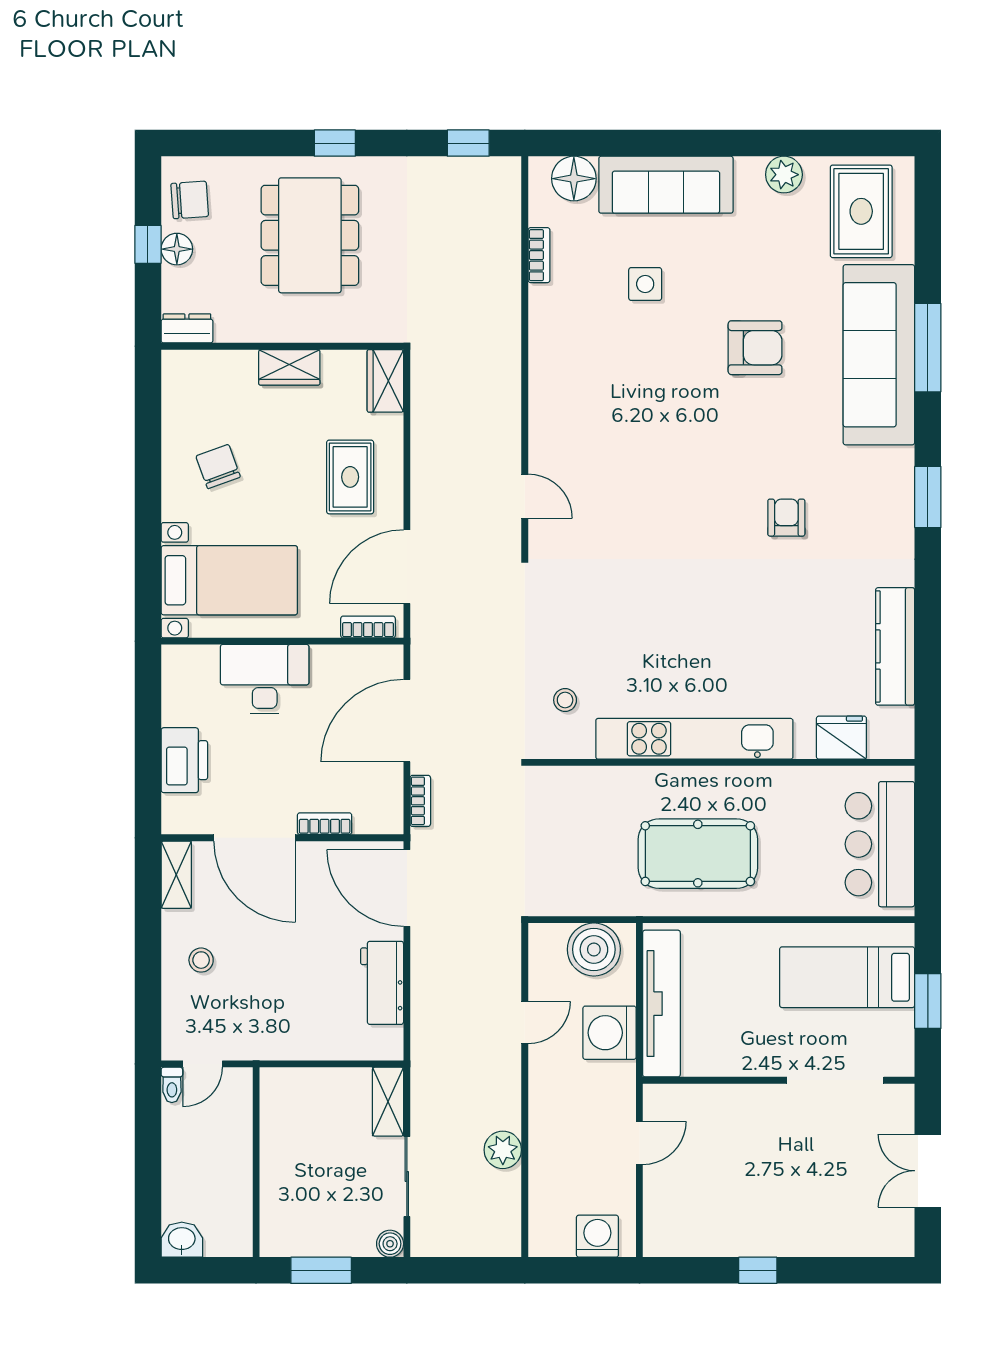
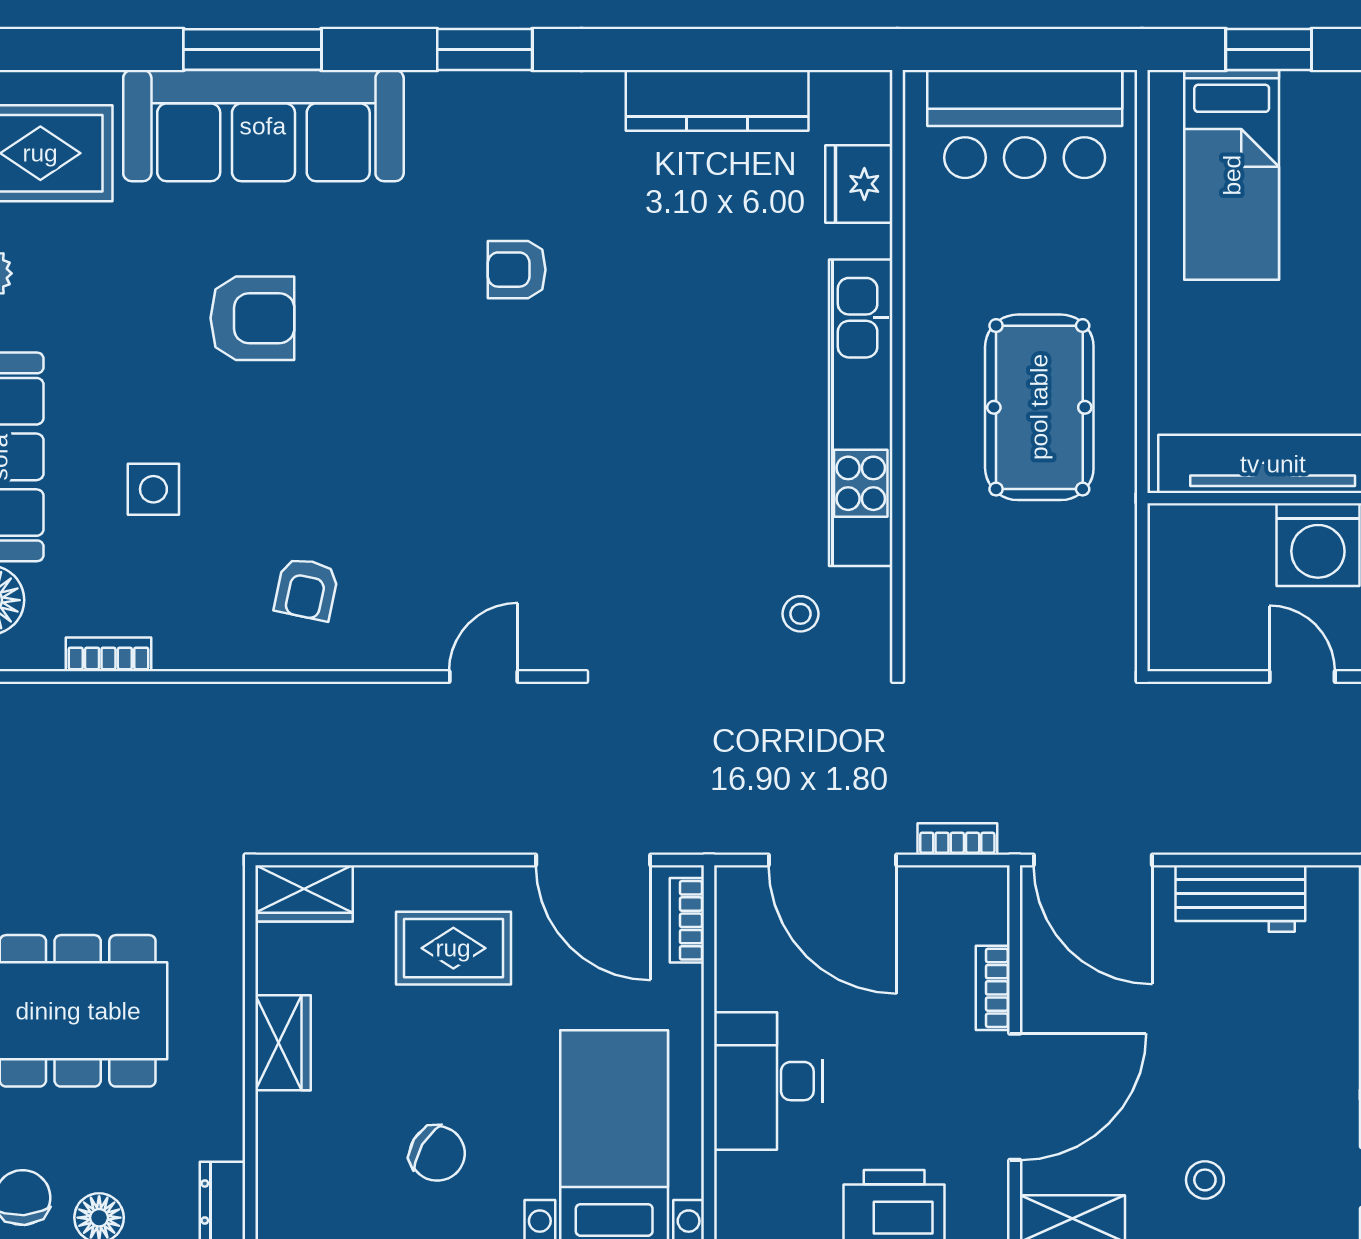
armchair: (755, 348) -> (252, 318), turned 90
armchair: (581, 382) -> (306, 589), added
chair: (218, 466) -> (437, 1153), turned -129
door: (407, 888) -> (1093, 860), hinge flipped
boiler: (594, 949) -> (1189, 569), removed

